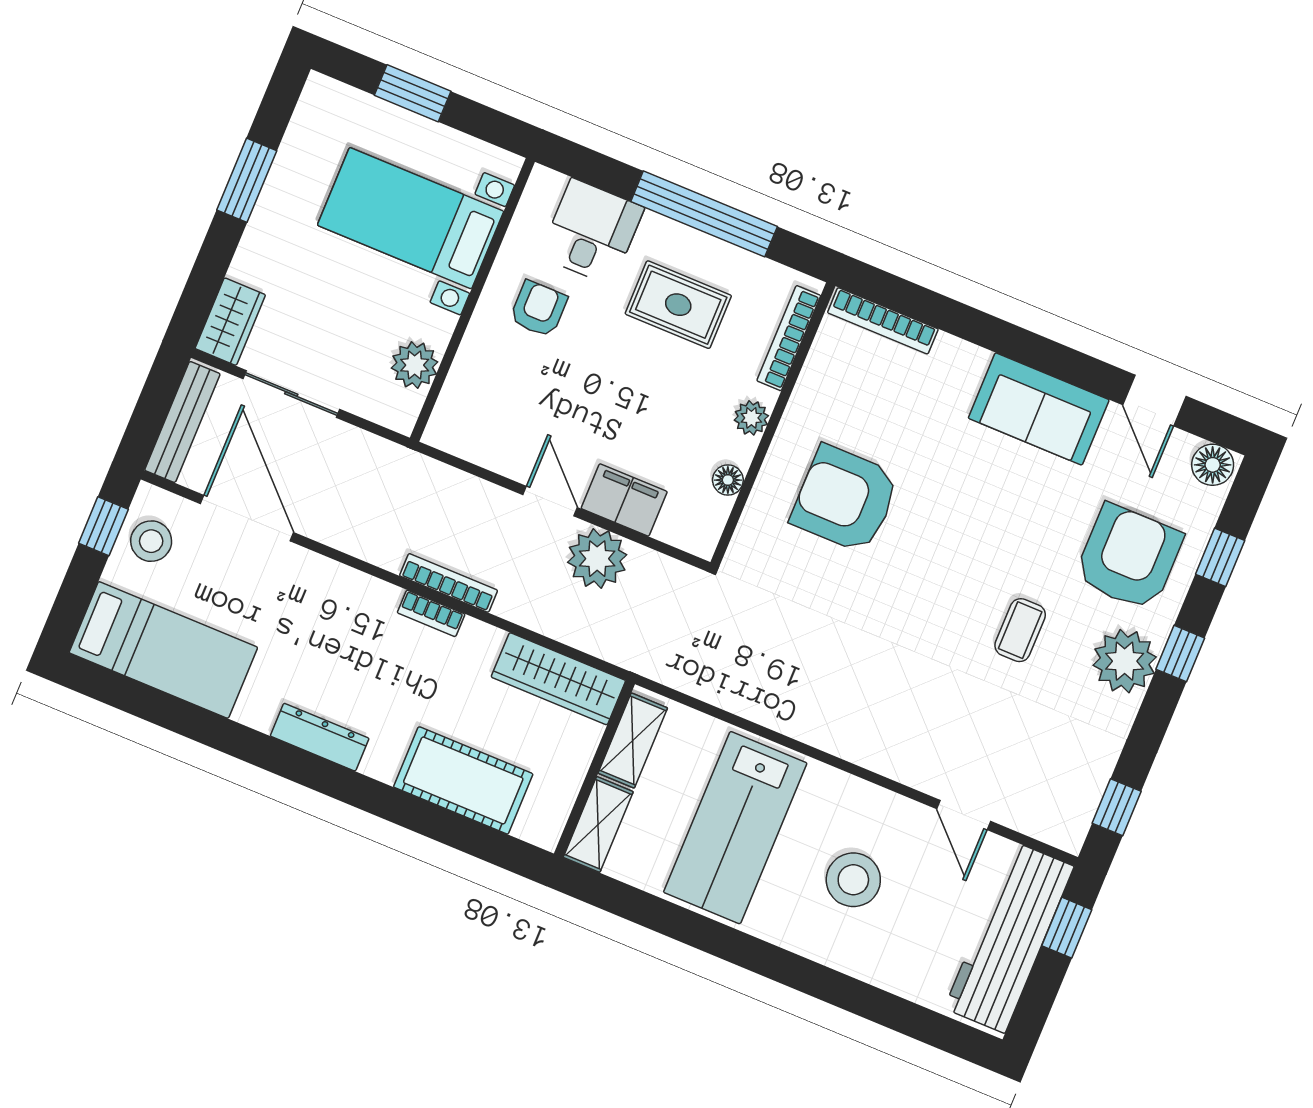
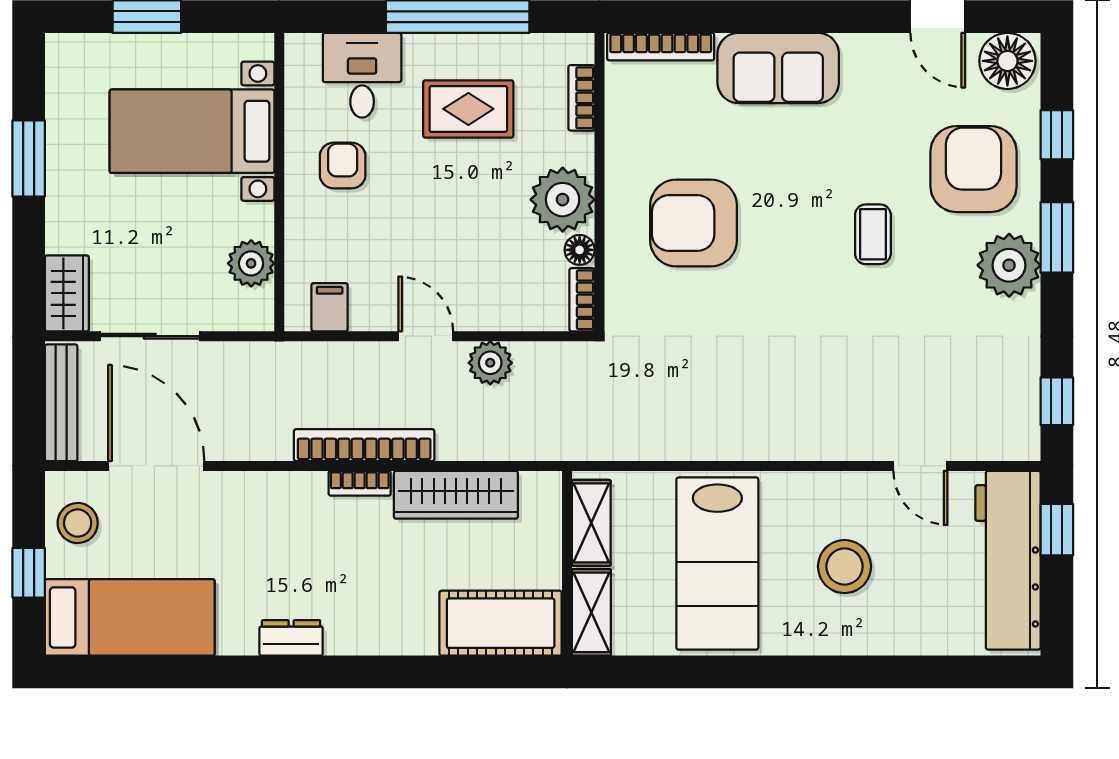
bookcase: (789, 338) -> (582, 98), width x0.64
sofa: (1039, 409) -> (778, 68), moved
plant: (751, 418) -> (563, 200), width x1.88, depth x1.88
floor lamp: (1213, 465) -> (1007, 61), width x1.38, depth x1.38
filing cabinet: (624, 500) -> (330, 307), moved, width x0.50
window: (103, 526) -> (29, 573), moved
bookcase: (711, 528) -> (582, 300), added
plant: (597, 559) -> (490, 363), width x0.73, depth x0.73
bookcase: (449, 583) -> (364, 445), width x1.48, depth x1.31
coffee table: (1020, 630) -> (873, 234), moved
window: (1180, 654) -> (1057, 237), width x1.50
wardrobe: (558, 679) -> (456, 495), moved
dresser: (320, 737) -> (291, 638), width x0.70
cot: (463, 780) -> (501, 623), moved

